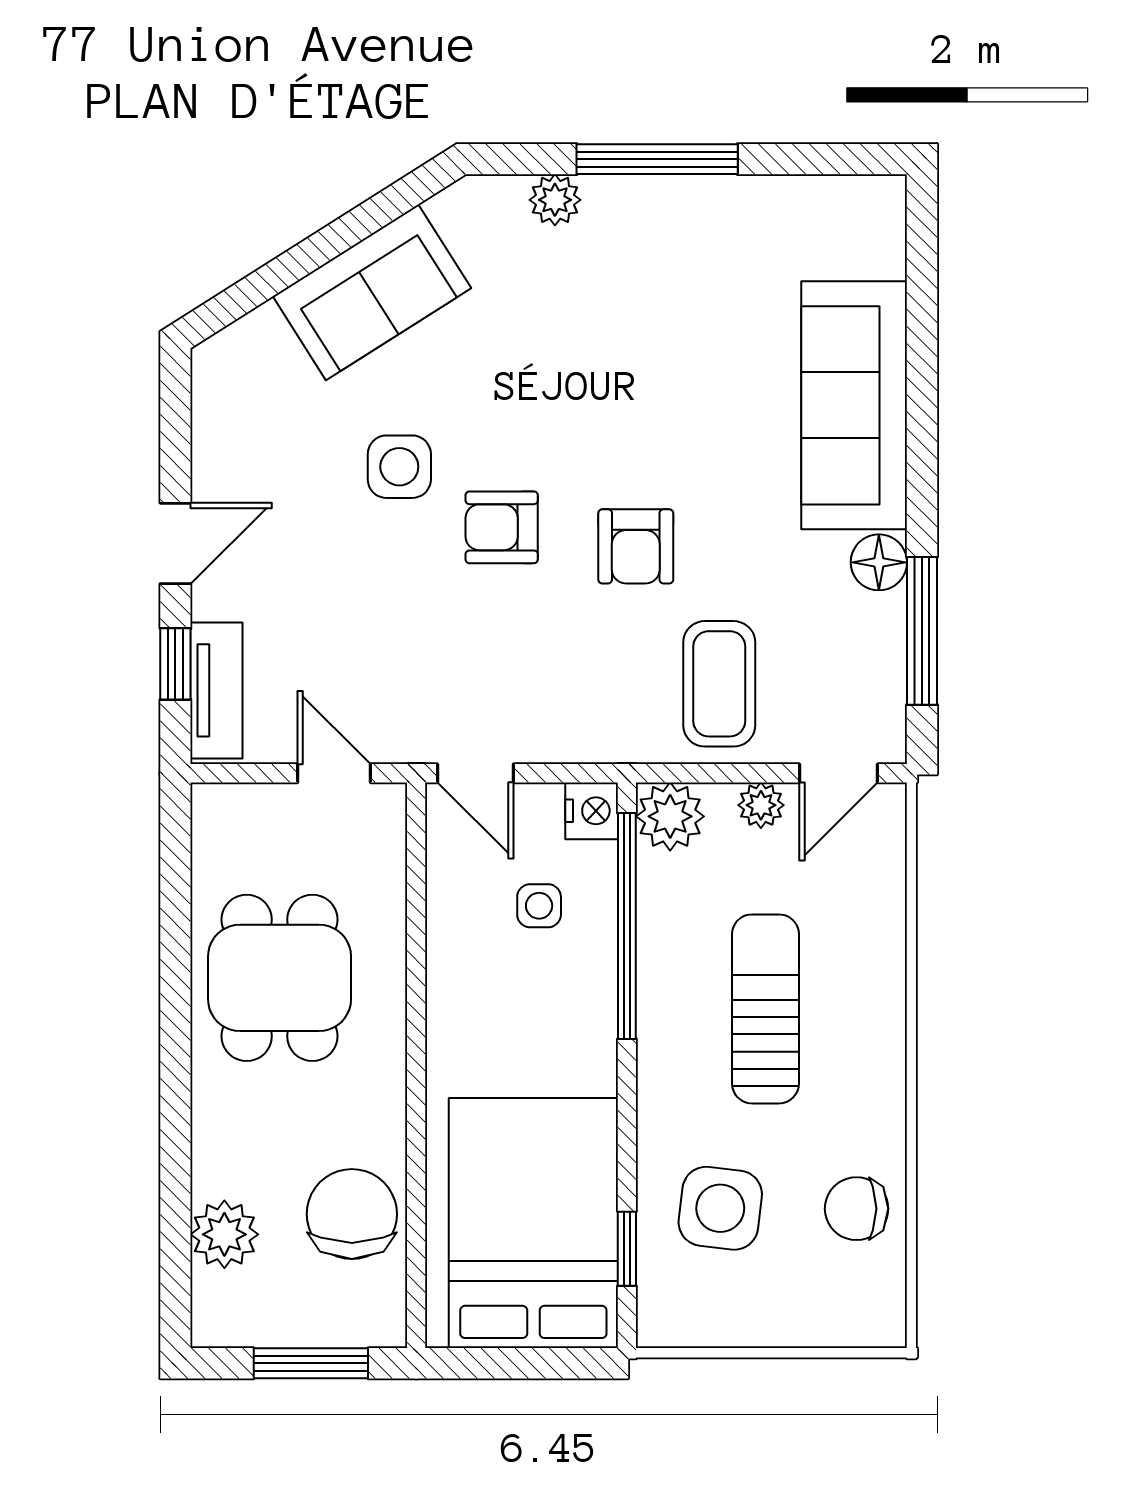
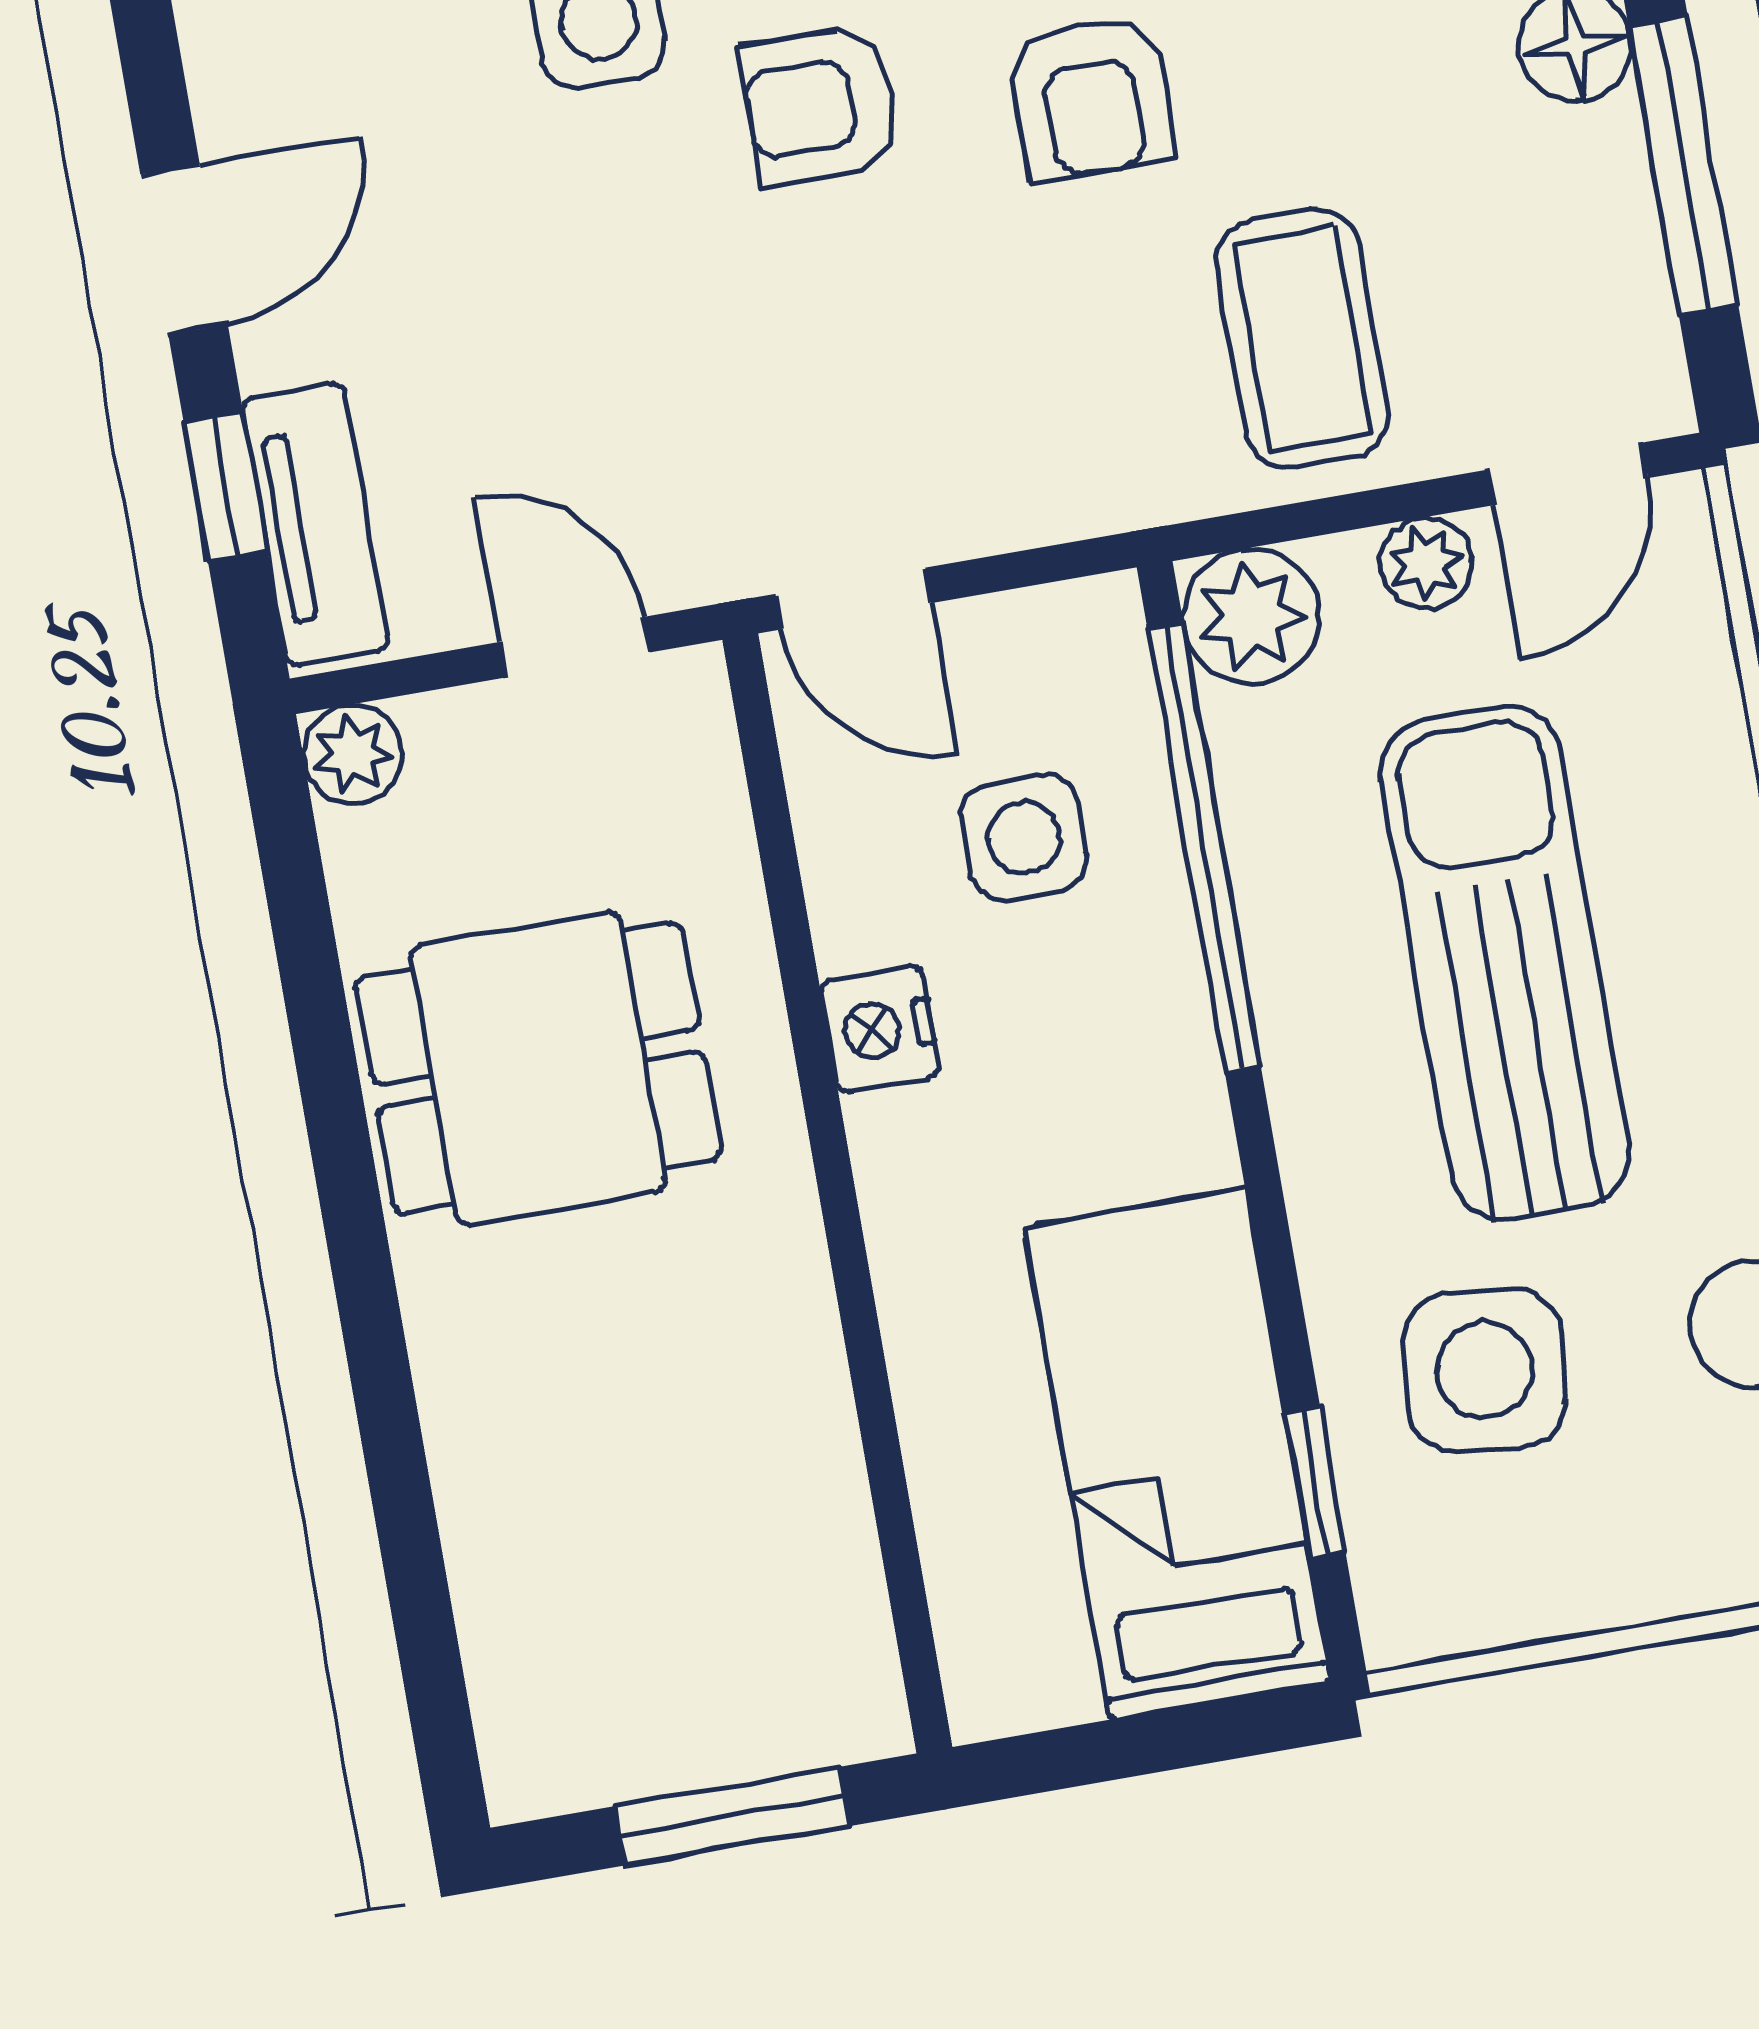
nightstand: (592, 811) -> (880, 1029), moved, turned 180
side table: (539, 906) -> (1024, 837), width x1.37, depth x1.37
dining table: (280, 978) -> (538, 1068), turned 90
sun lounger: (765, 1009) -> (1505, 963), width x1.36, depth x1.34
chair: (352, 1214) -> (762, 1508), removed
bed: (533, 1223) -> (1177, 1454), width x0.67
plant: (224, 1234) -> (353, 754), moved, width x0.73, depth x0.73

